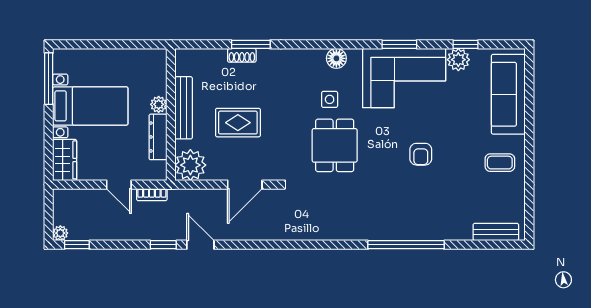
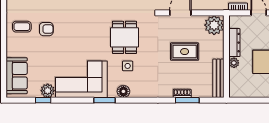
window: (251, 44) -> (187, 100), moved
window: (399, 44) -> (104, 100), moved
sofa: (508, 94) -> (17, 76), width x0.73
bench: (184, 108) -> (218, 78), moved
armchair: (421, 154) -> (46, 29), moved, turned 90

